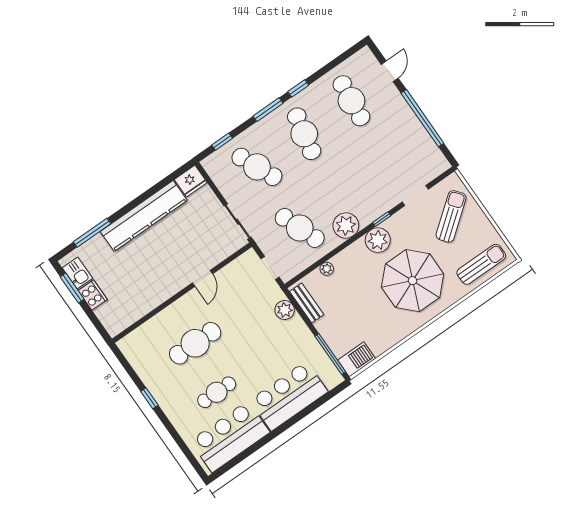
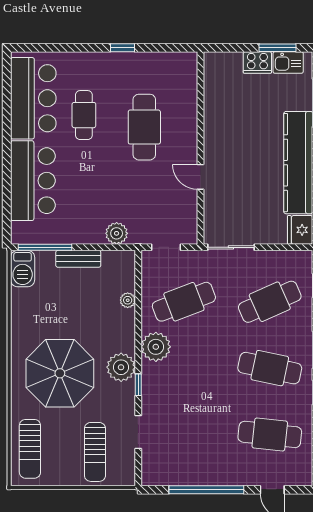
sun lounger: (451, 216) -> (95, 452), turned 38
bench: (307, 303) -> (78, 259), moved

